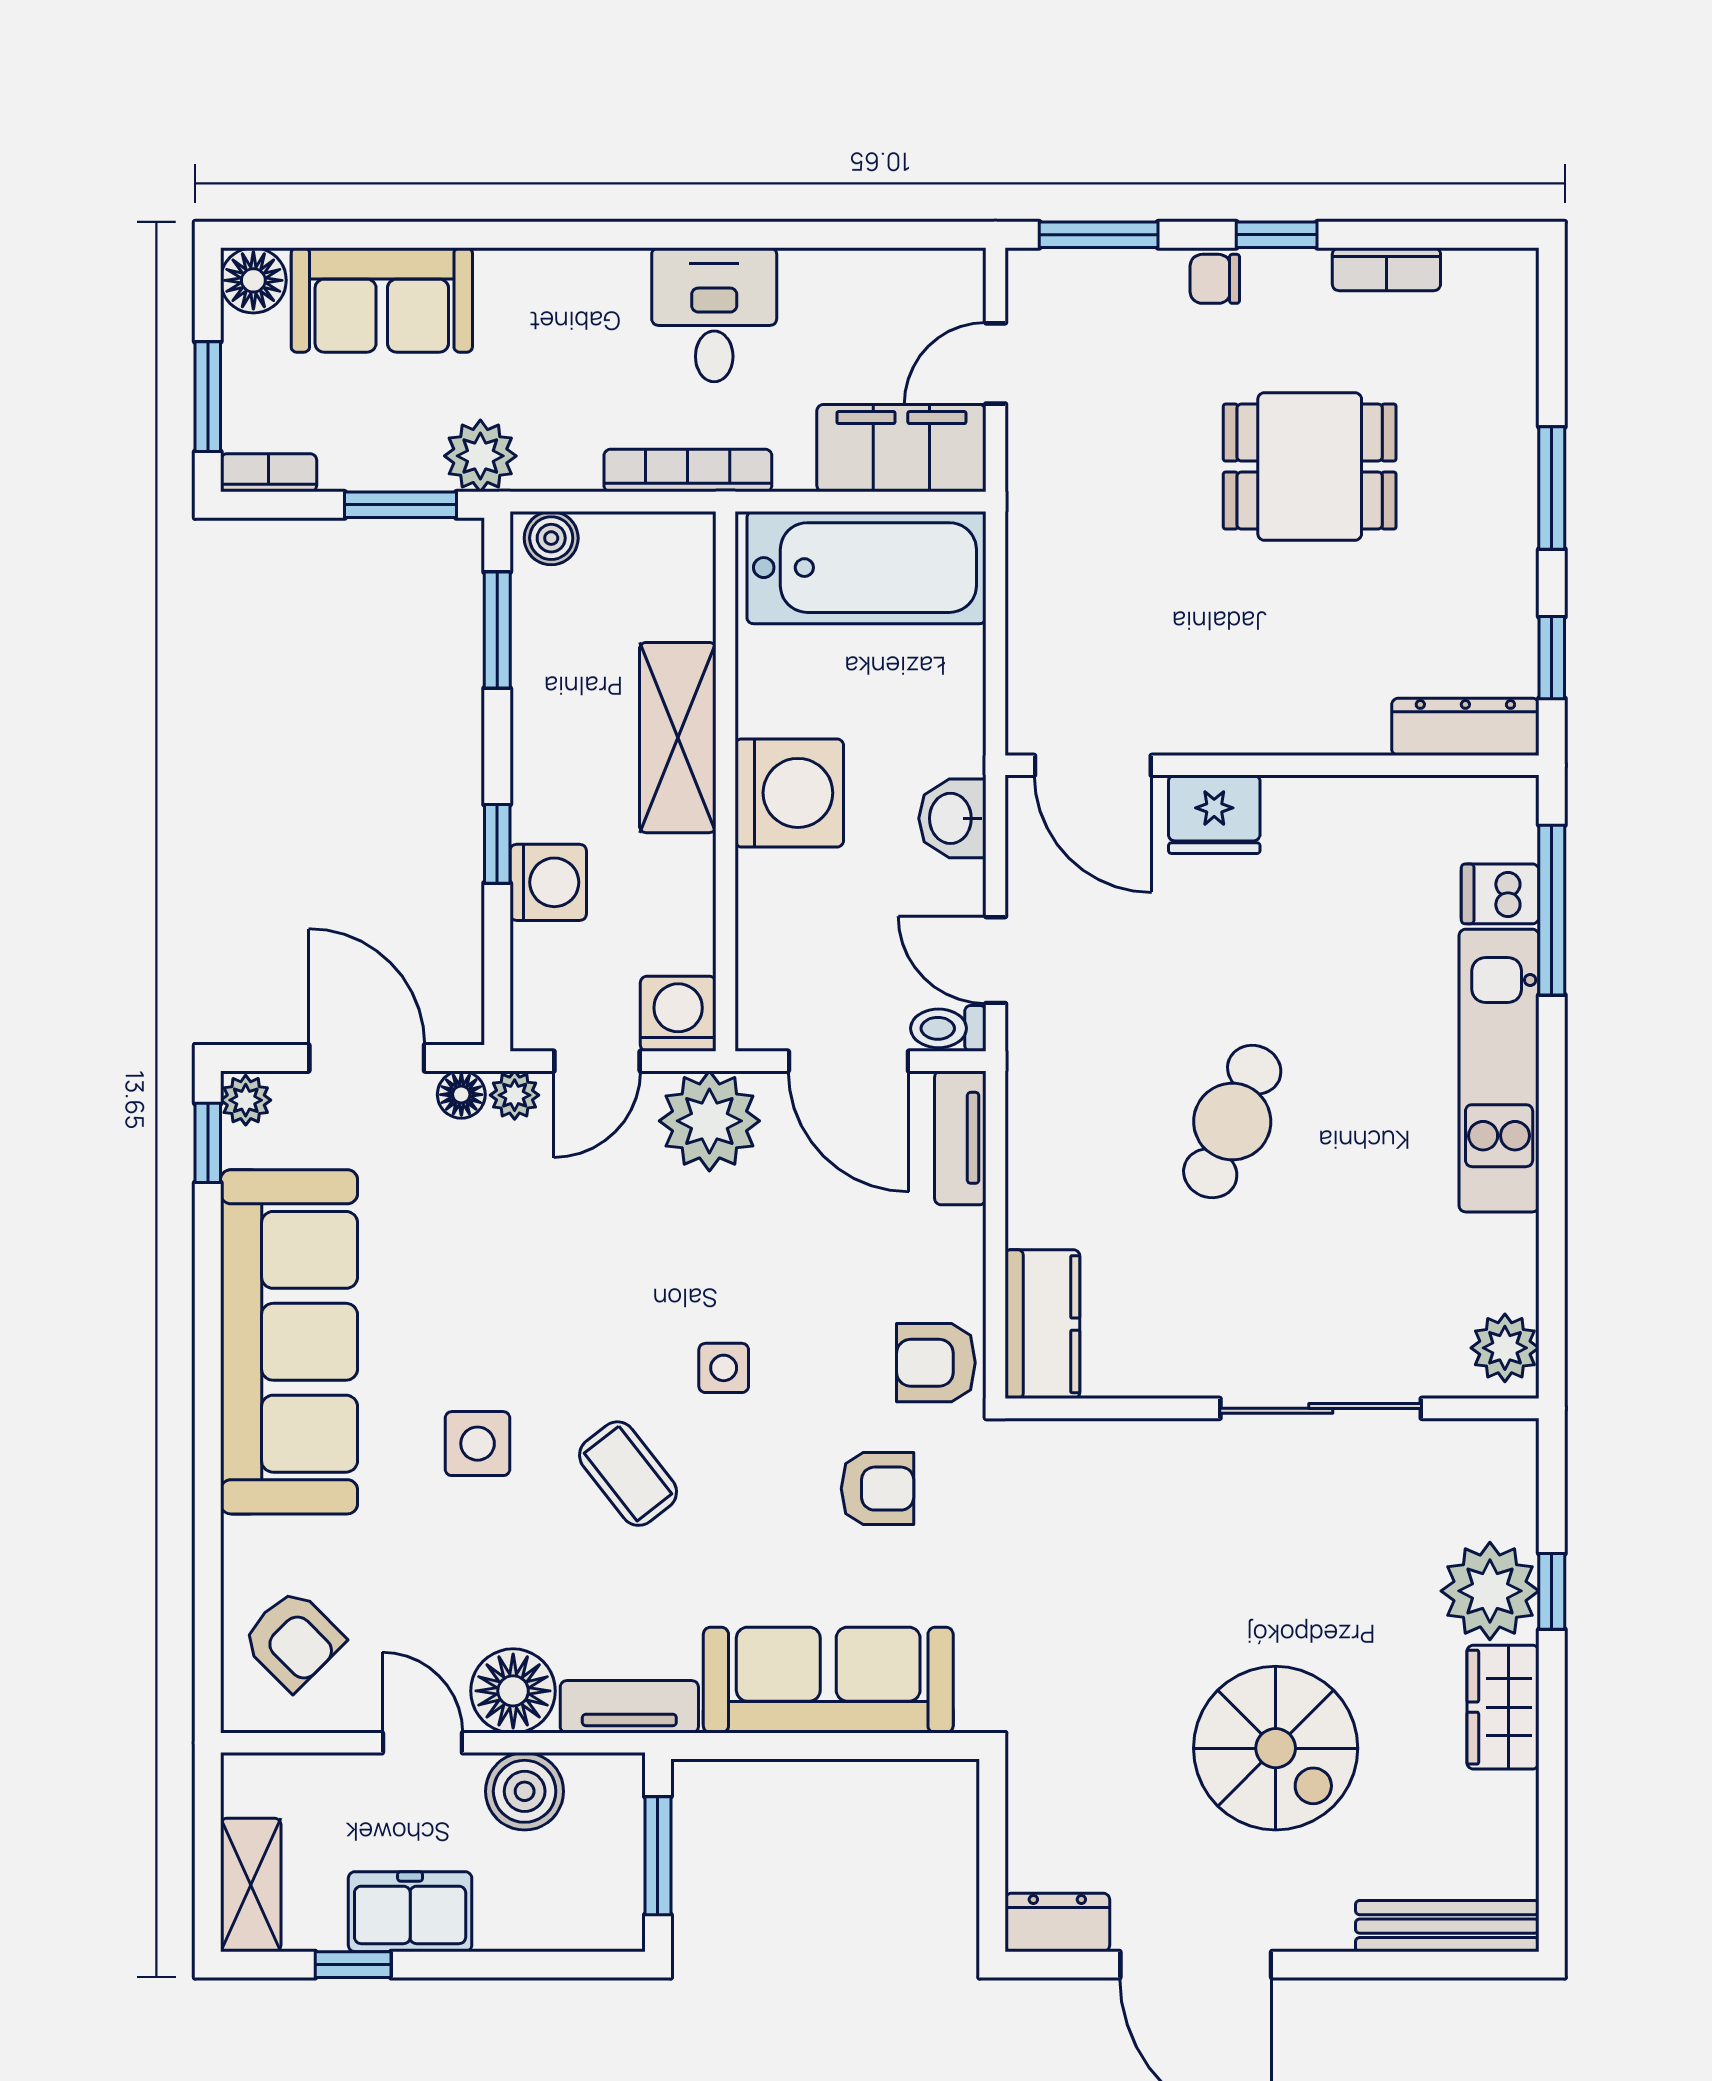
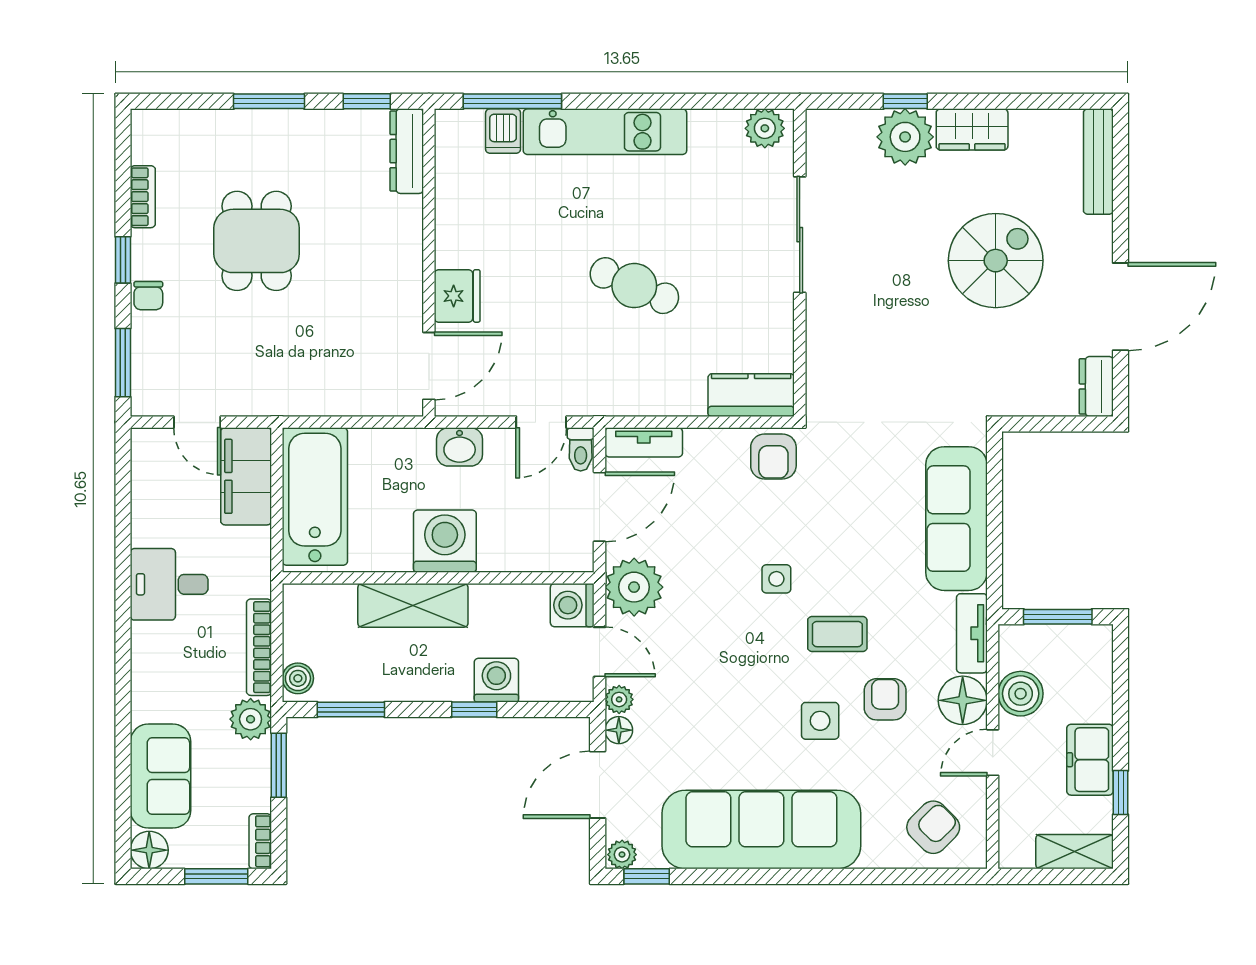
bookcase: (688, 471) -> (259, 647), moved
coffee table: (628, 1474) -> (837, 634), turned 38
armchair: (878, 1489) -> (885, 699), moved

